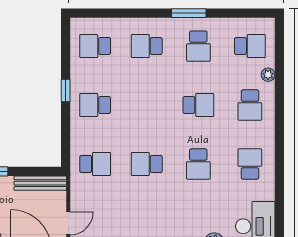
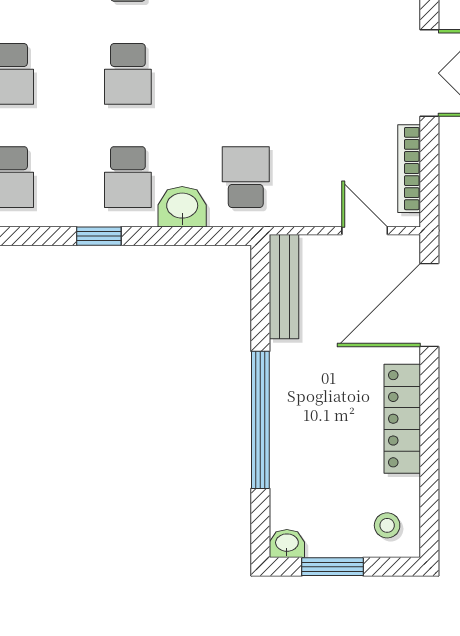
washbasin: (80, 132) -> (182, 207), added
school desk: (147, 164) -> (128, 74), moved

